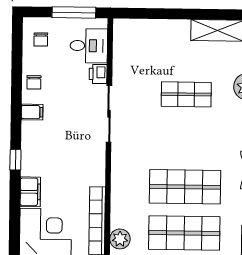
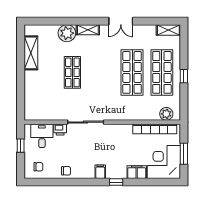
window: (74, 12) -> (21, 146), width x0.46
filing cabinet: (32, 112) -> (100, 172), moved

